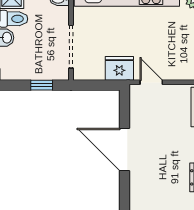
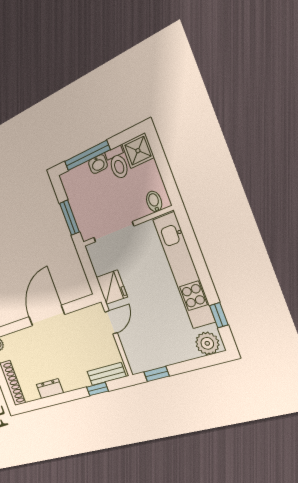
window: (42, 85) -> (70, 218), width x1.50

